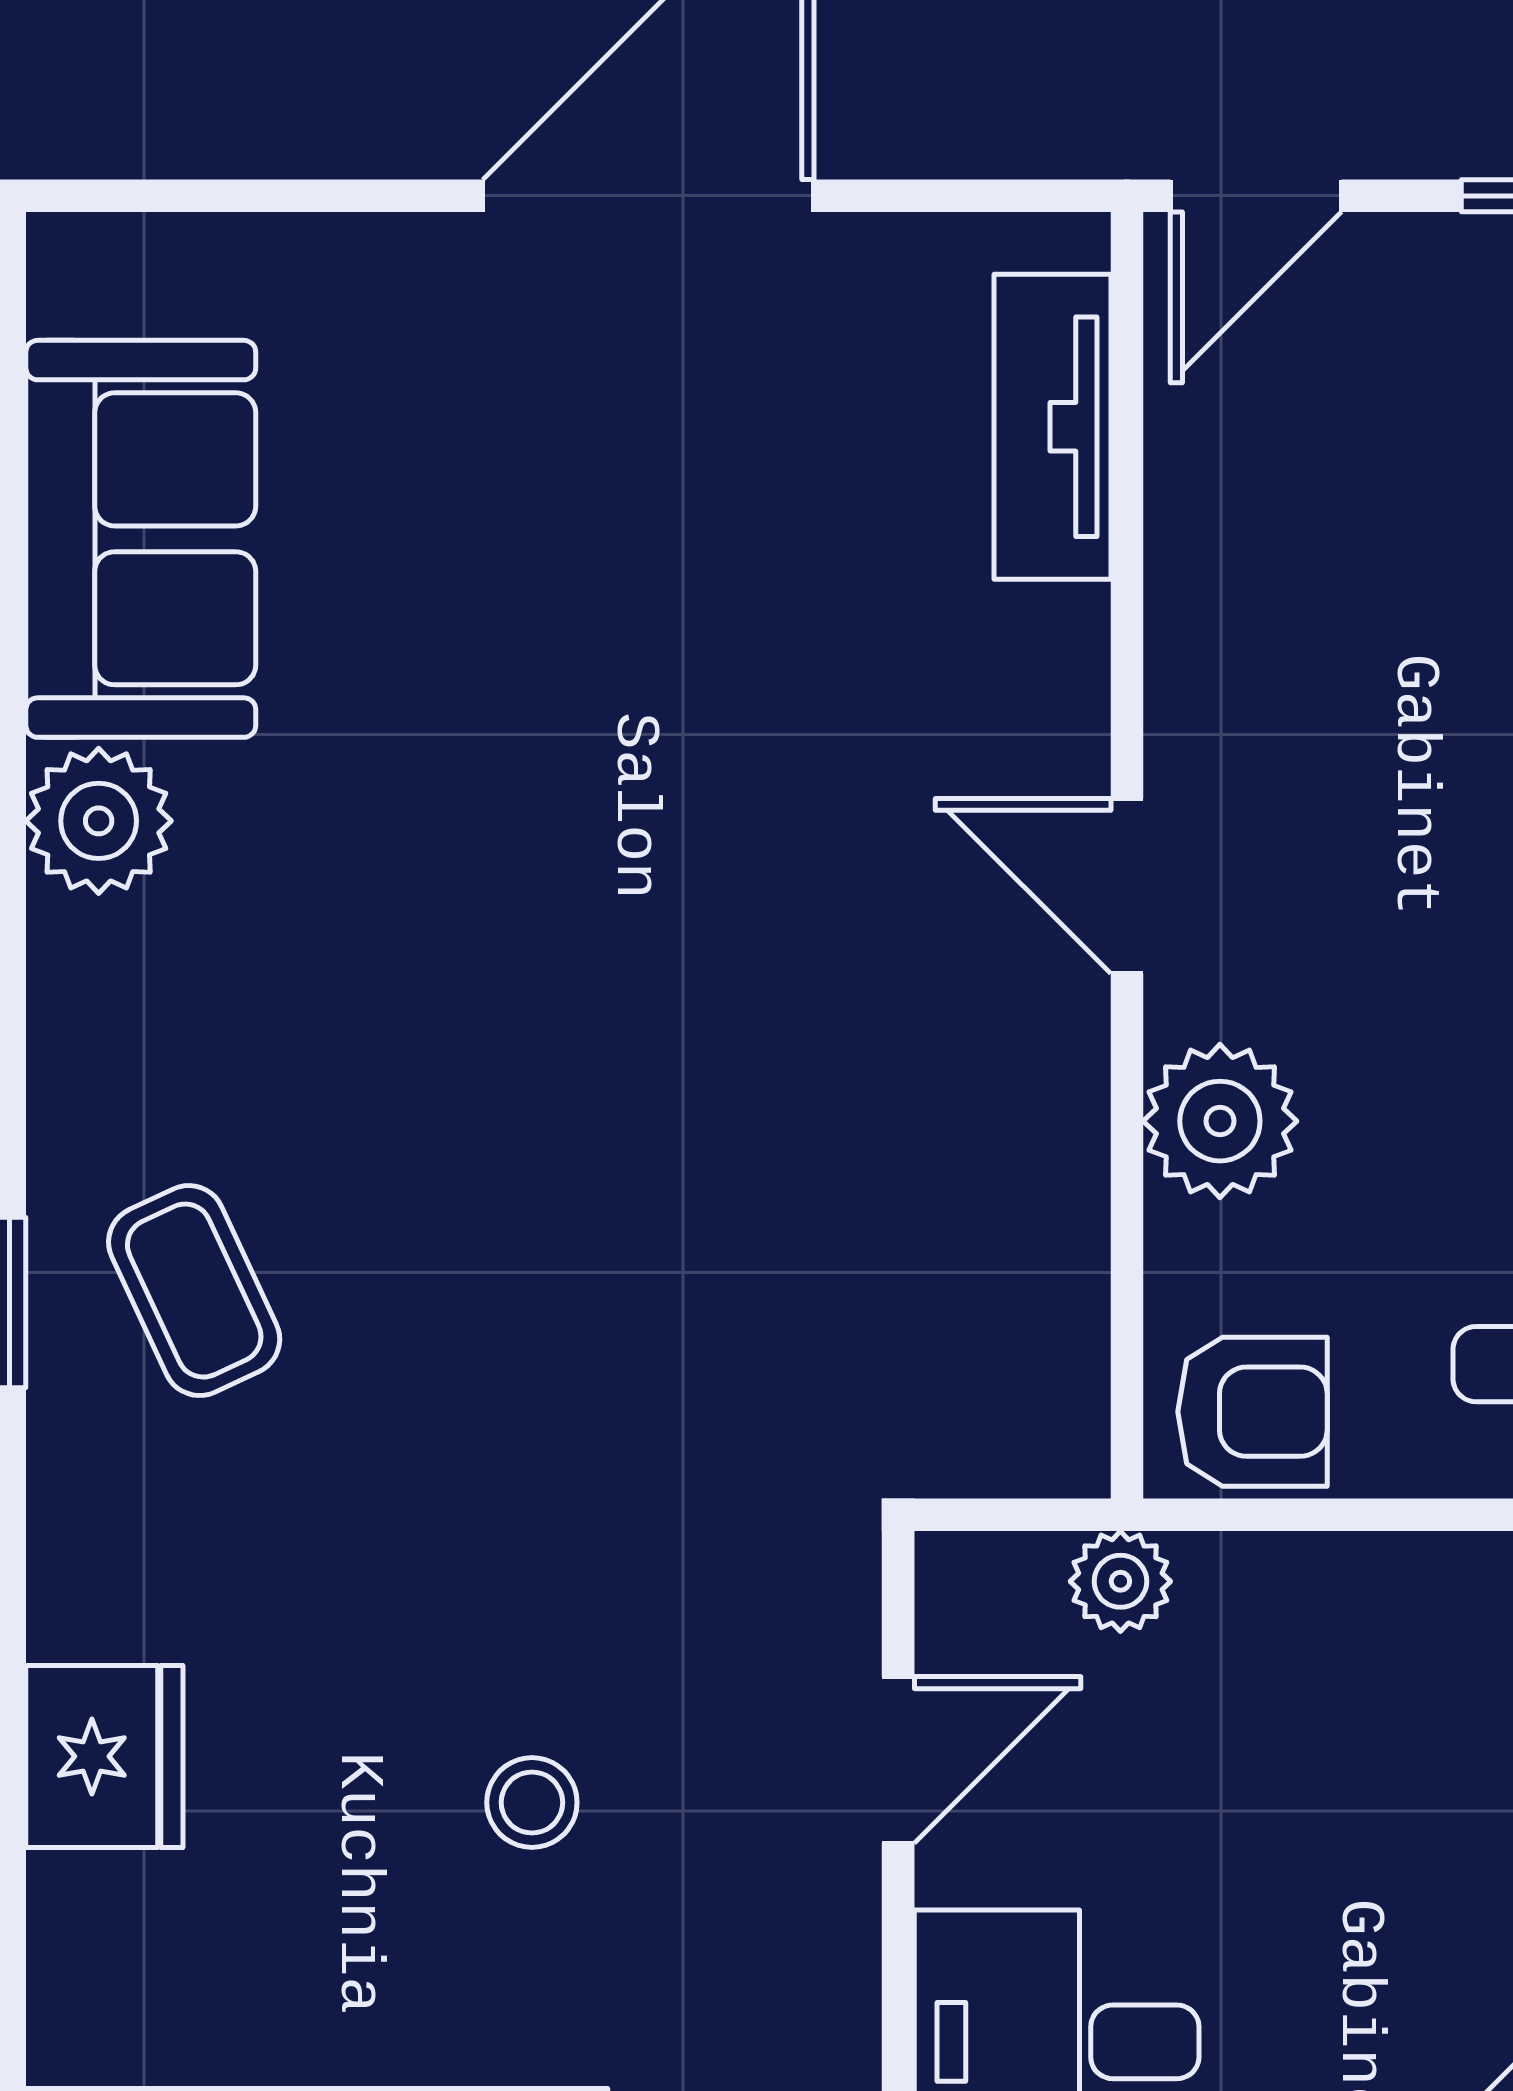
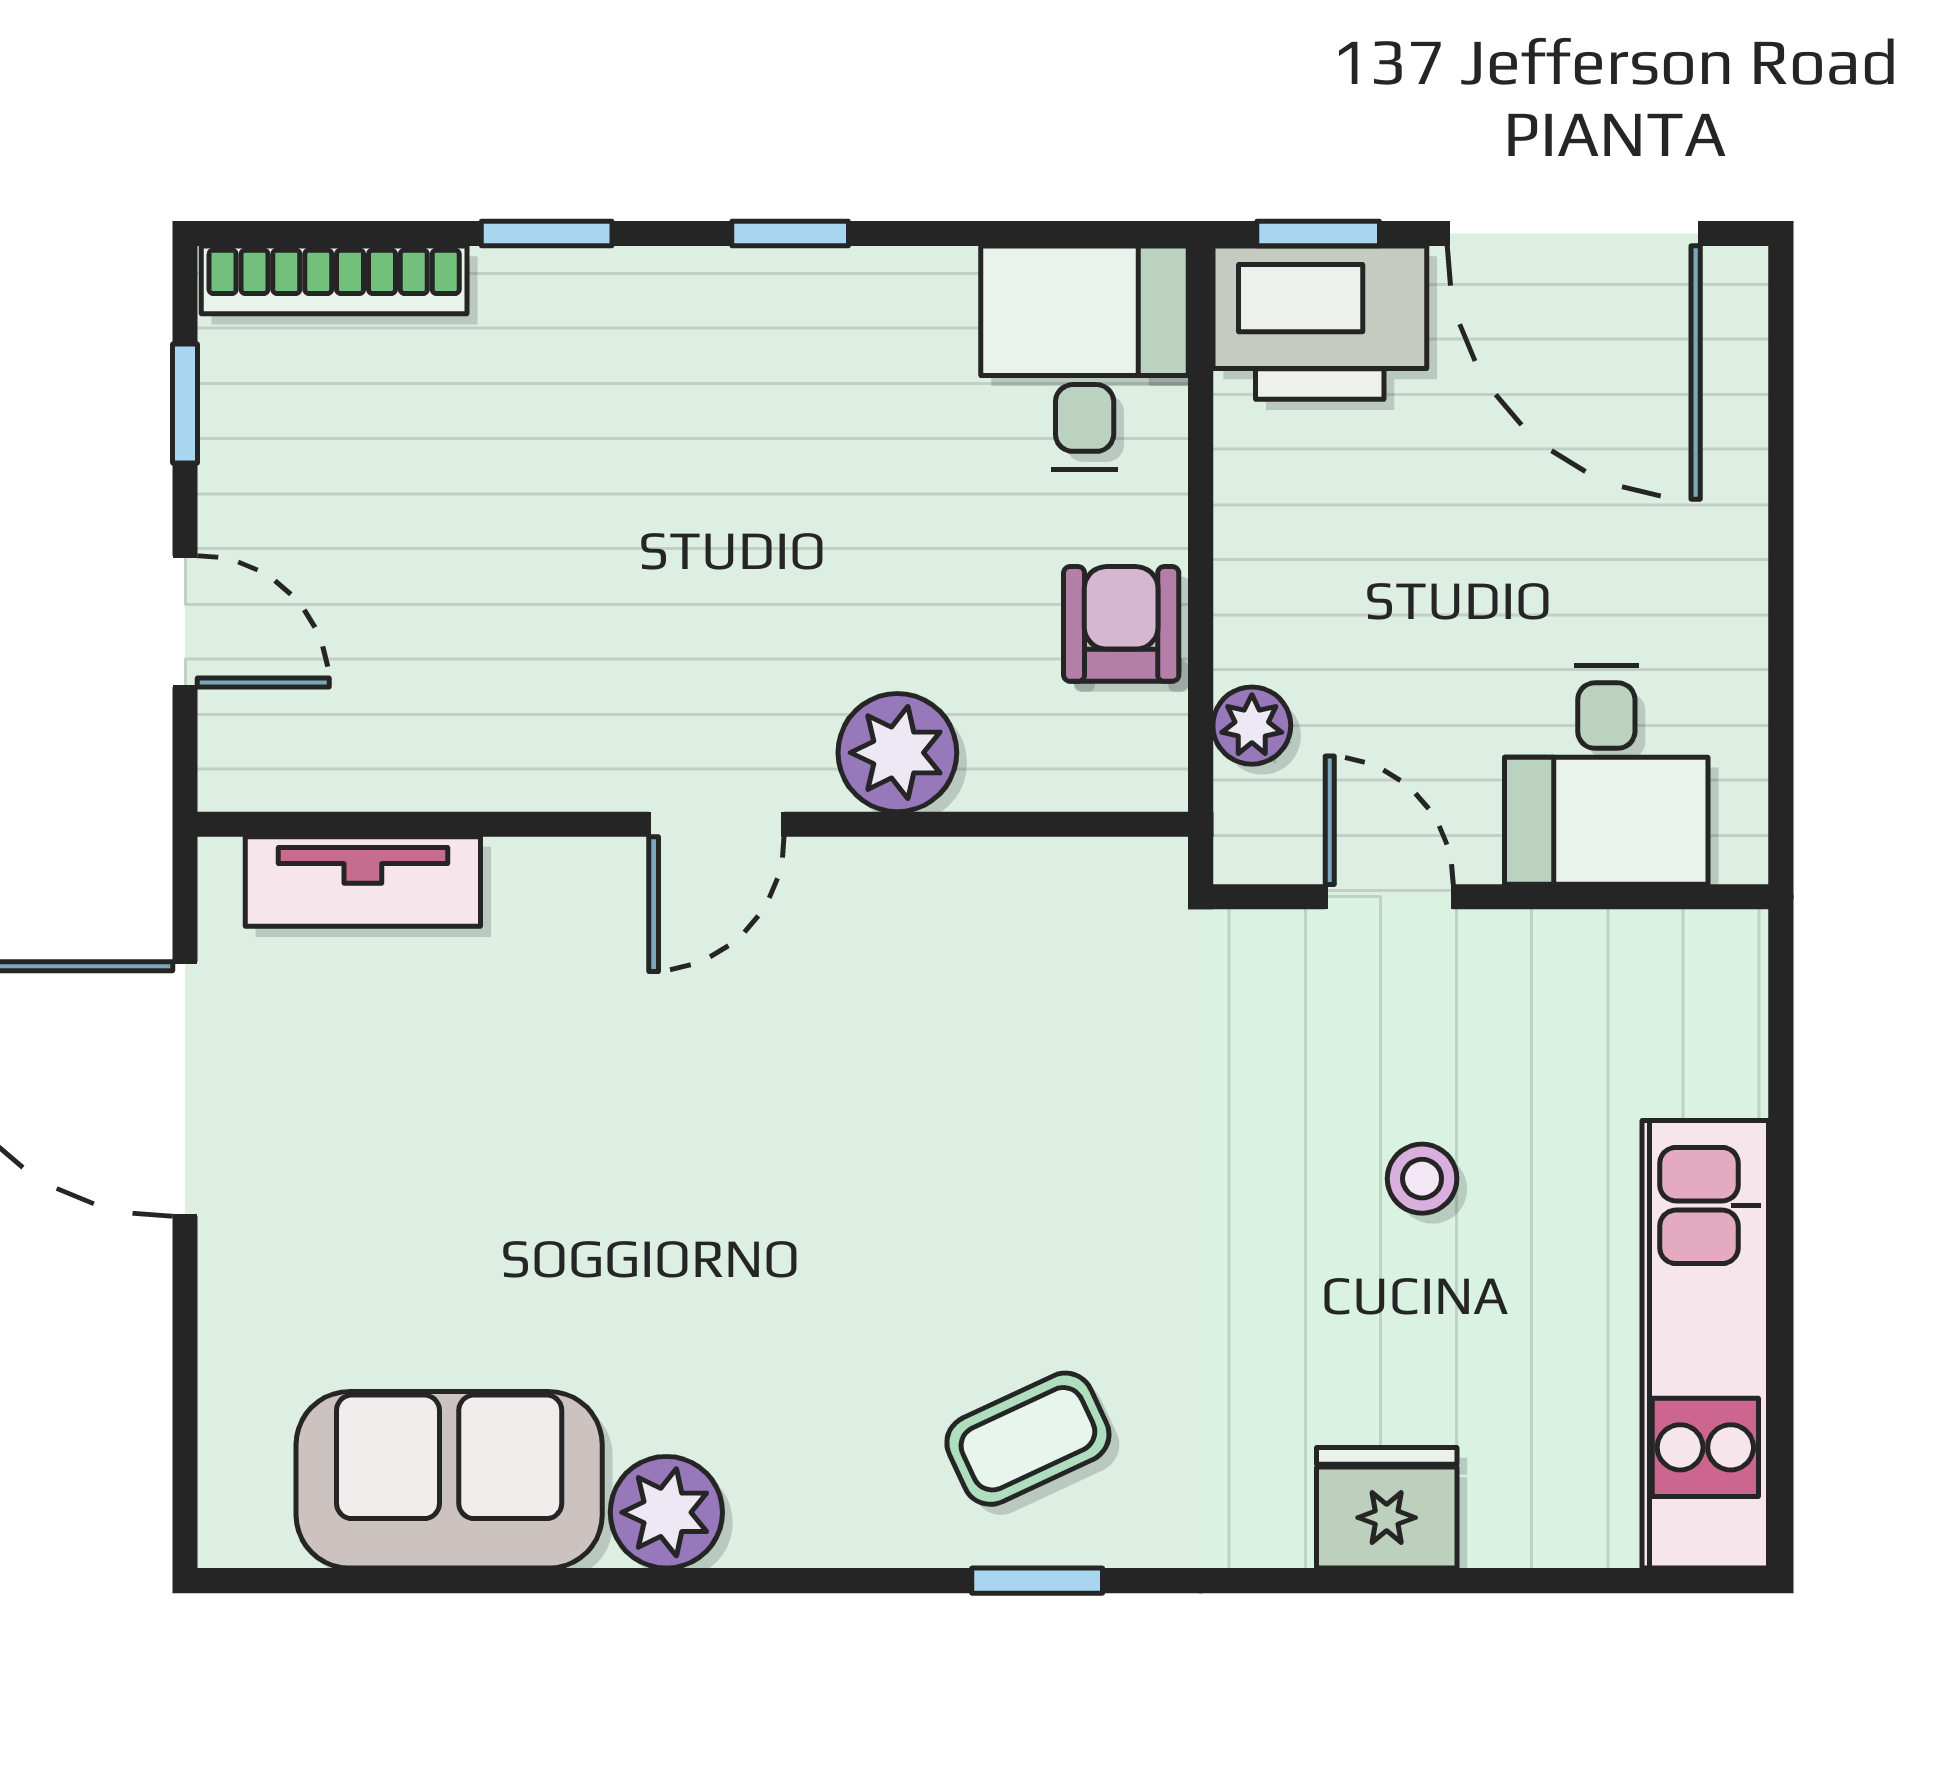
tv unit: (1052, 427) -> (363, 882), moved
wall: (1127, 855) -> (693, 824), moved
door: (1127, 886) -> (716, 824), moved
plant: (1220, 1121) -> (897, 753), moved

